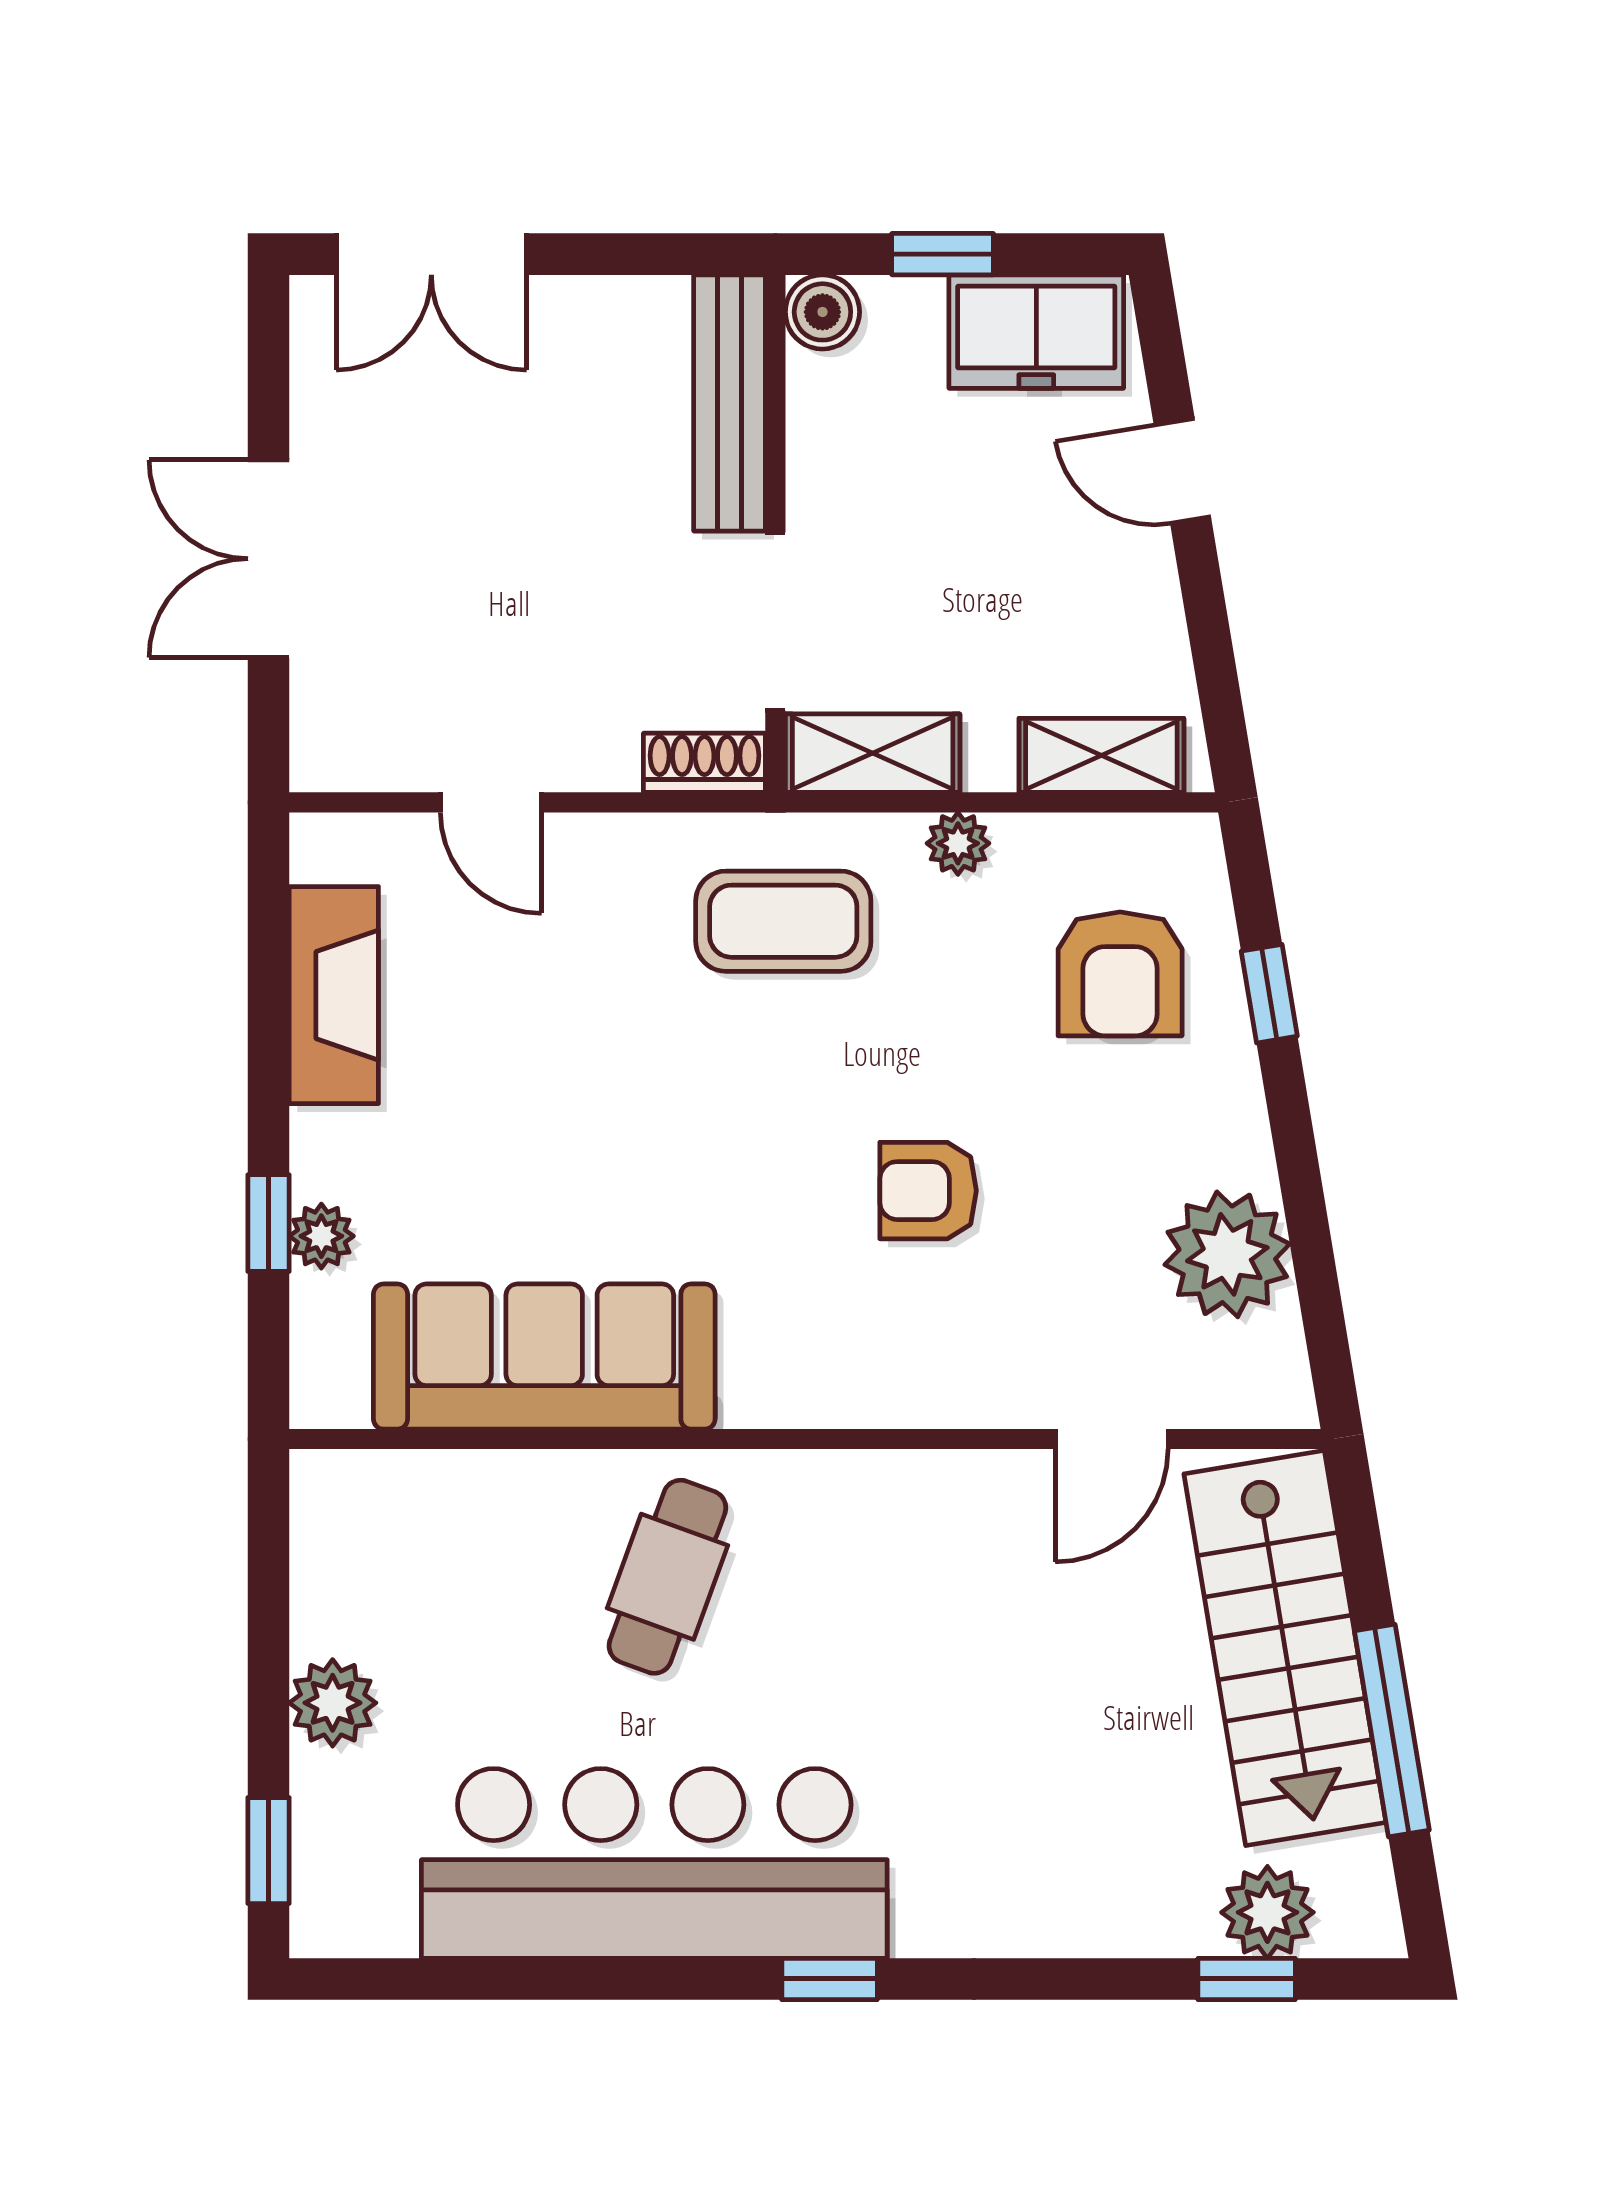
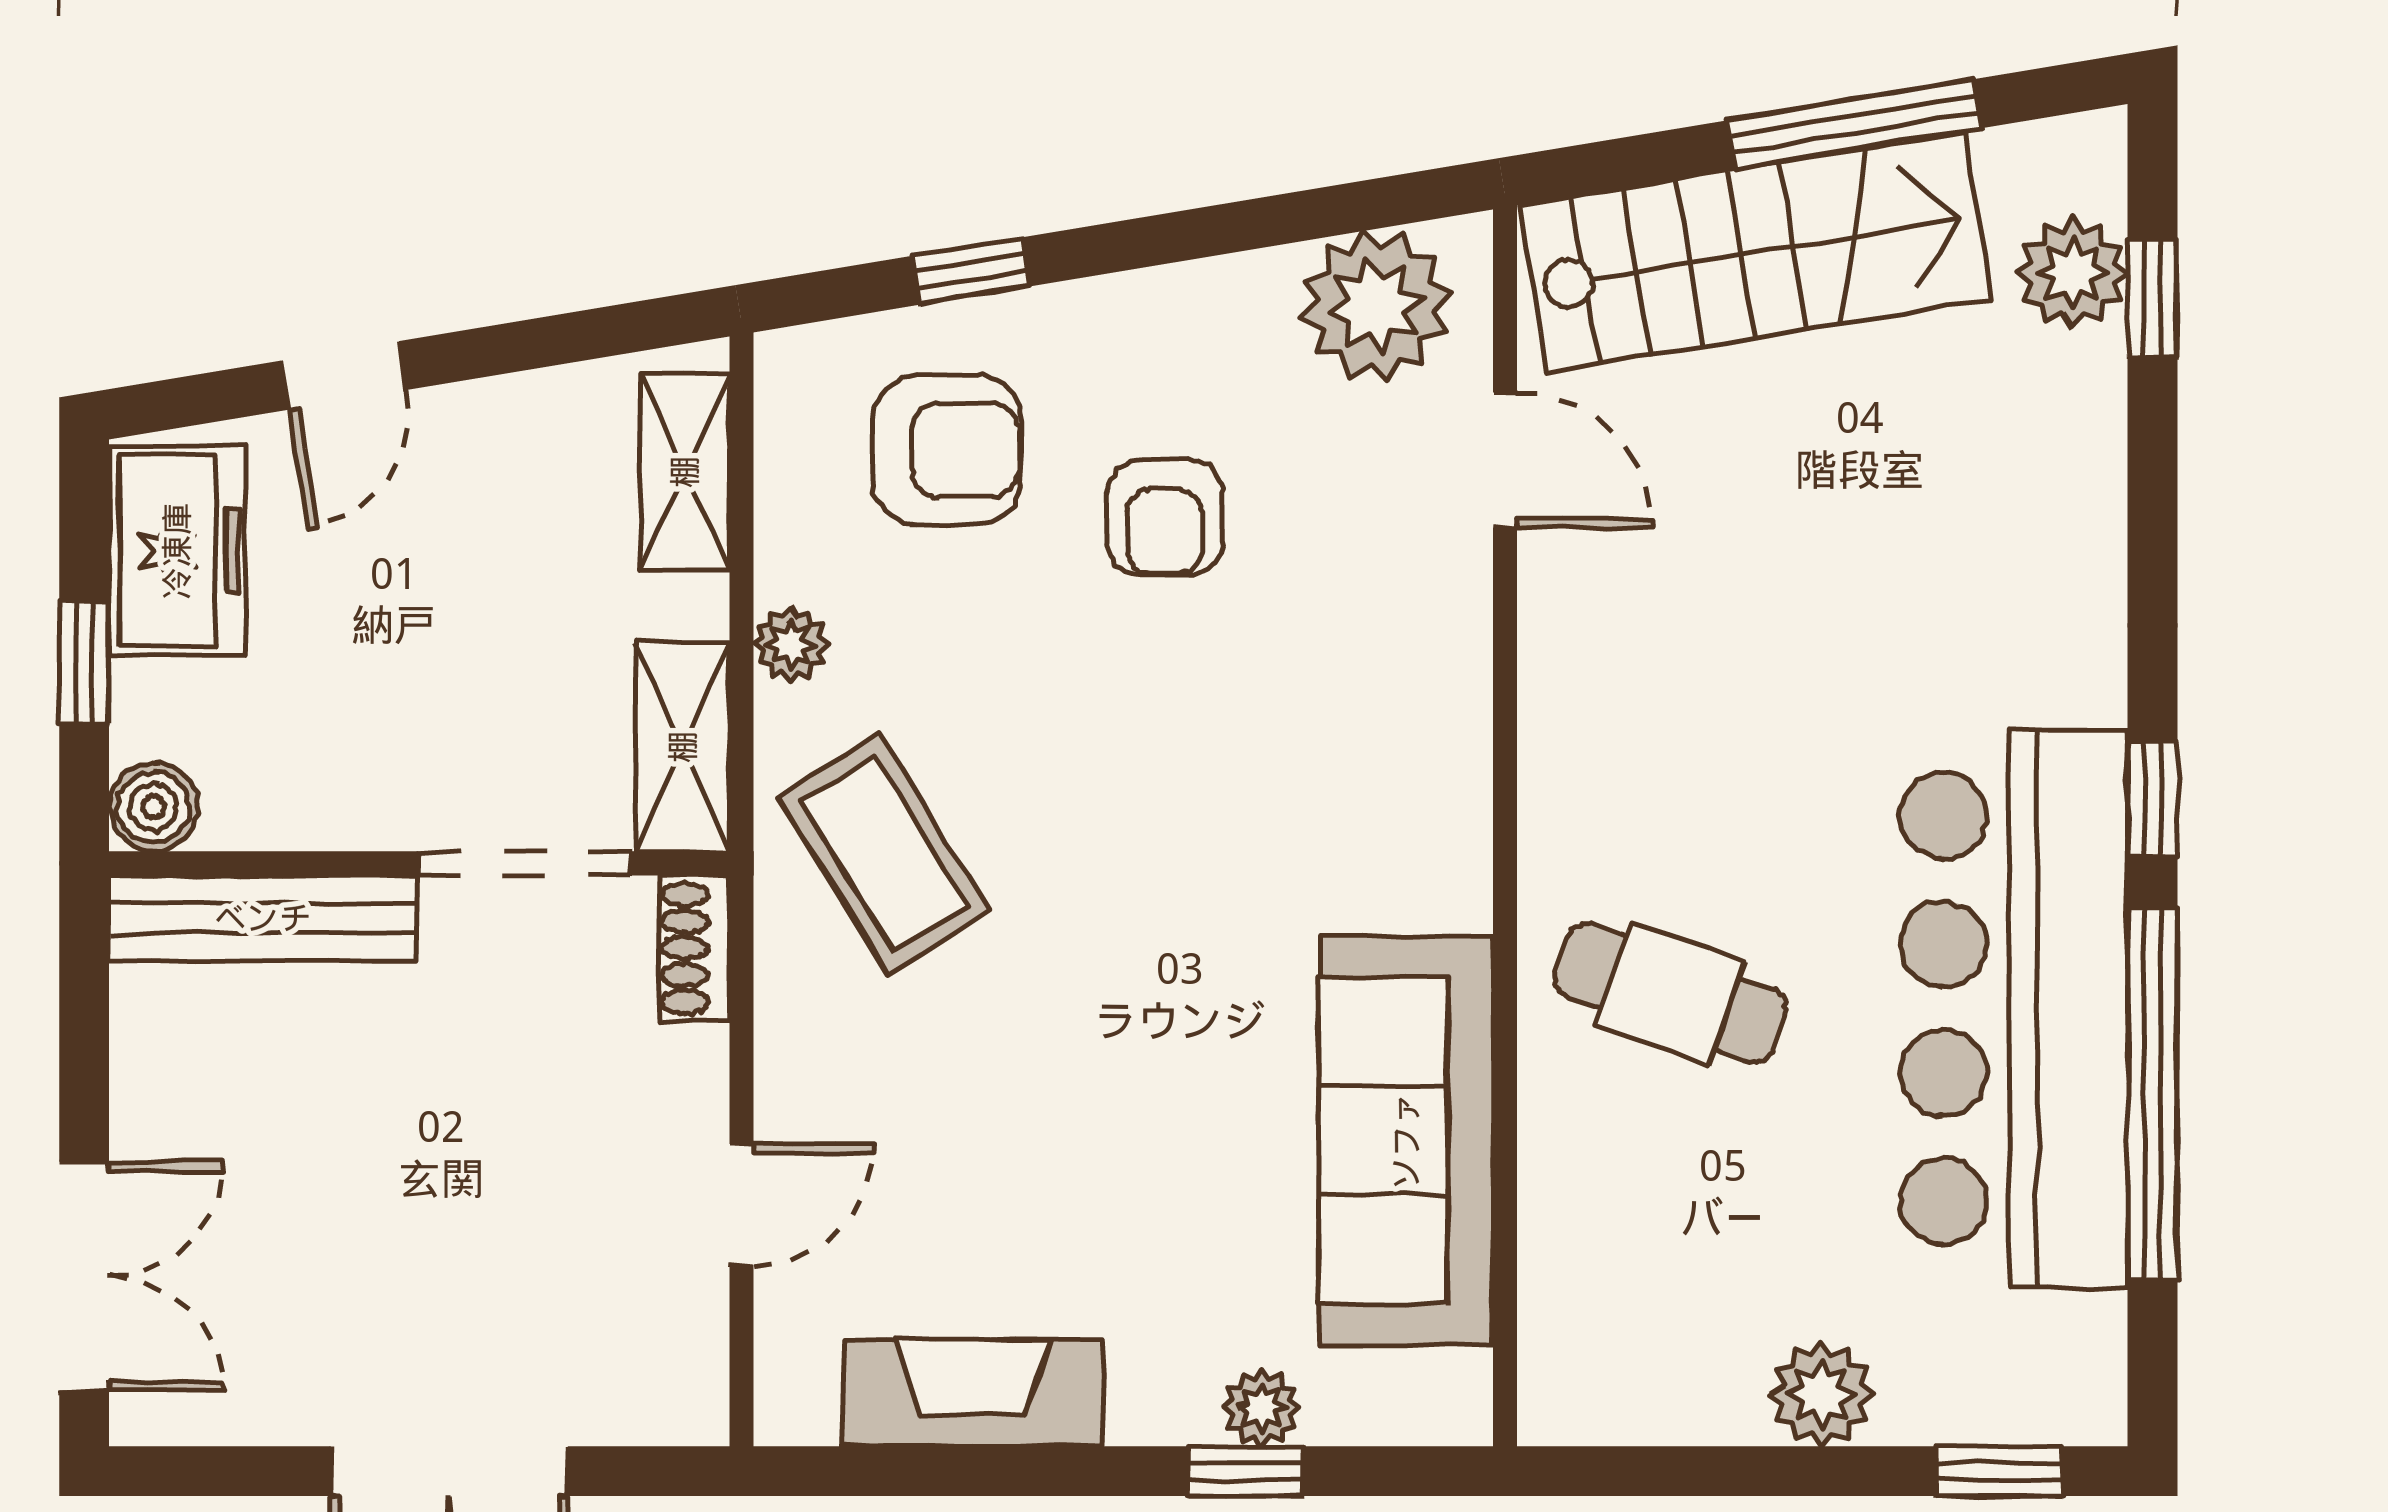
coffee table: (783, 921) -> (884, 854), turned -32
armchair: (928, 1191) -> (1165, 518), moved
plant: (1227, 1254) -> (1375, 306), moved
window: (583, 1979) -> (2153, 1094), added

